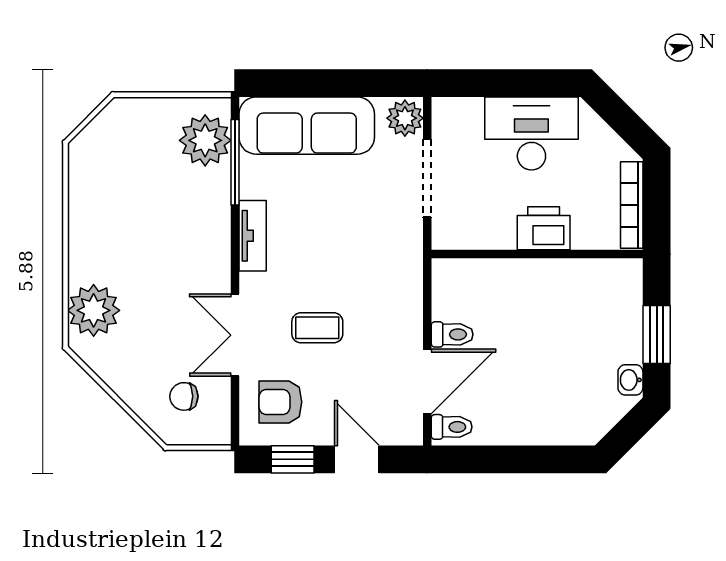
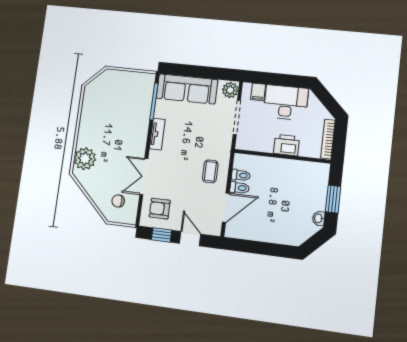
filing cabinet: (468, 116) -> (258, 92), added
plant: (205, 140) -> (142, 91), removed
coffee table: (317, 328) -> (210, 171), moved, turned 90
toilet: (452, 427) -> (241, 175), moved

